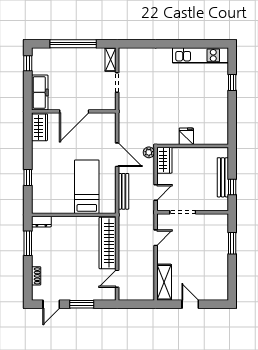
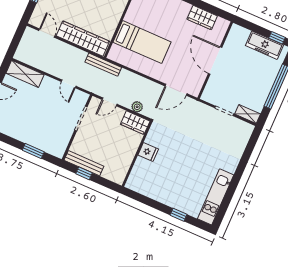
freezer: (40, 92) -> (265, 45), moved
wardrobe: (39, 127) -> (202, 17), moved
plant: (149, 152) -> (137, 107), moved
door: (117, 155) -> (176, 90), moved
bench: (223, 177) -> (84, 163), moved
bench: (124, 191) -> (103, 65), moved
door: (156, 192) -> (110, 102), hinge flipped

